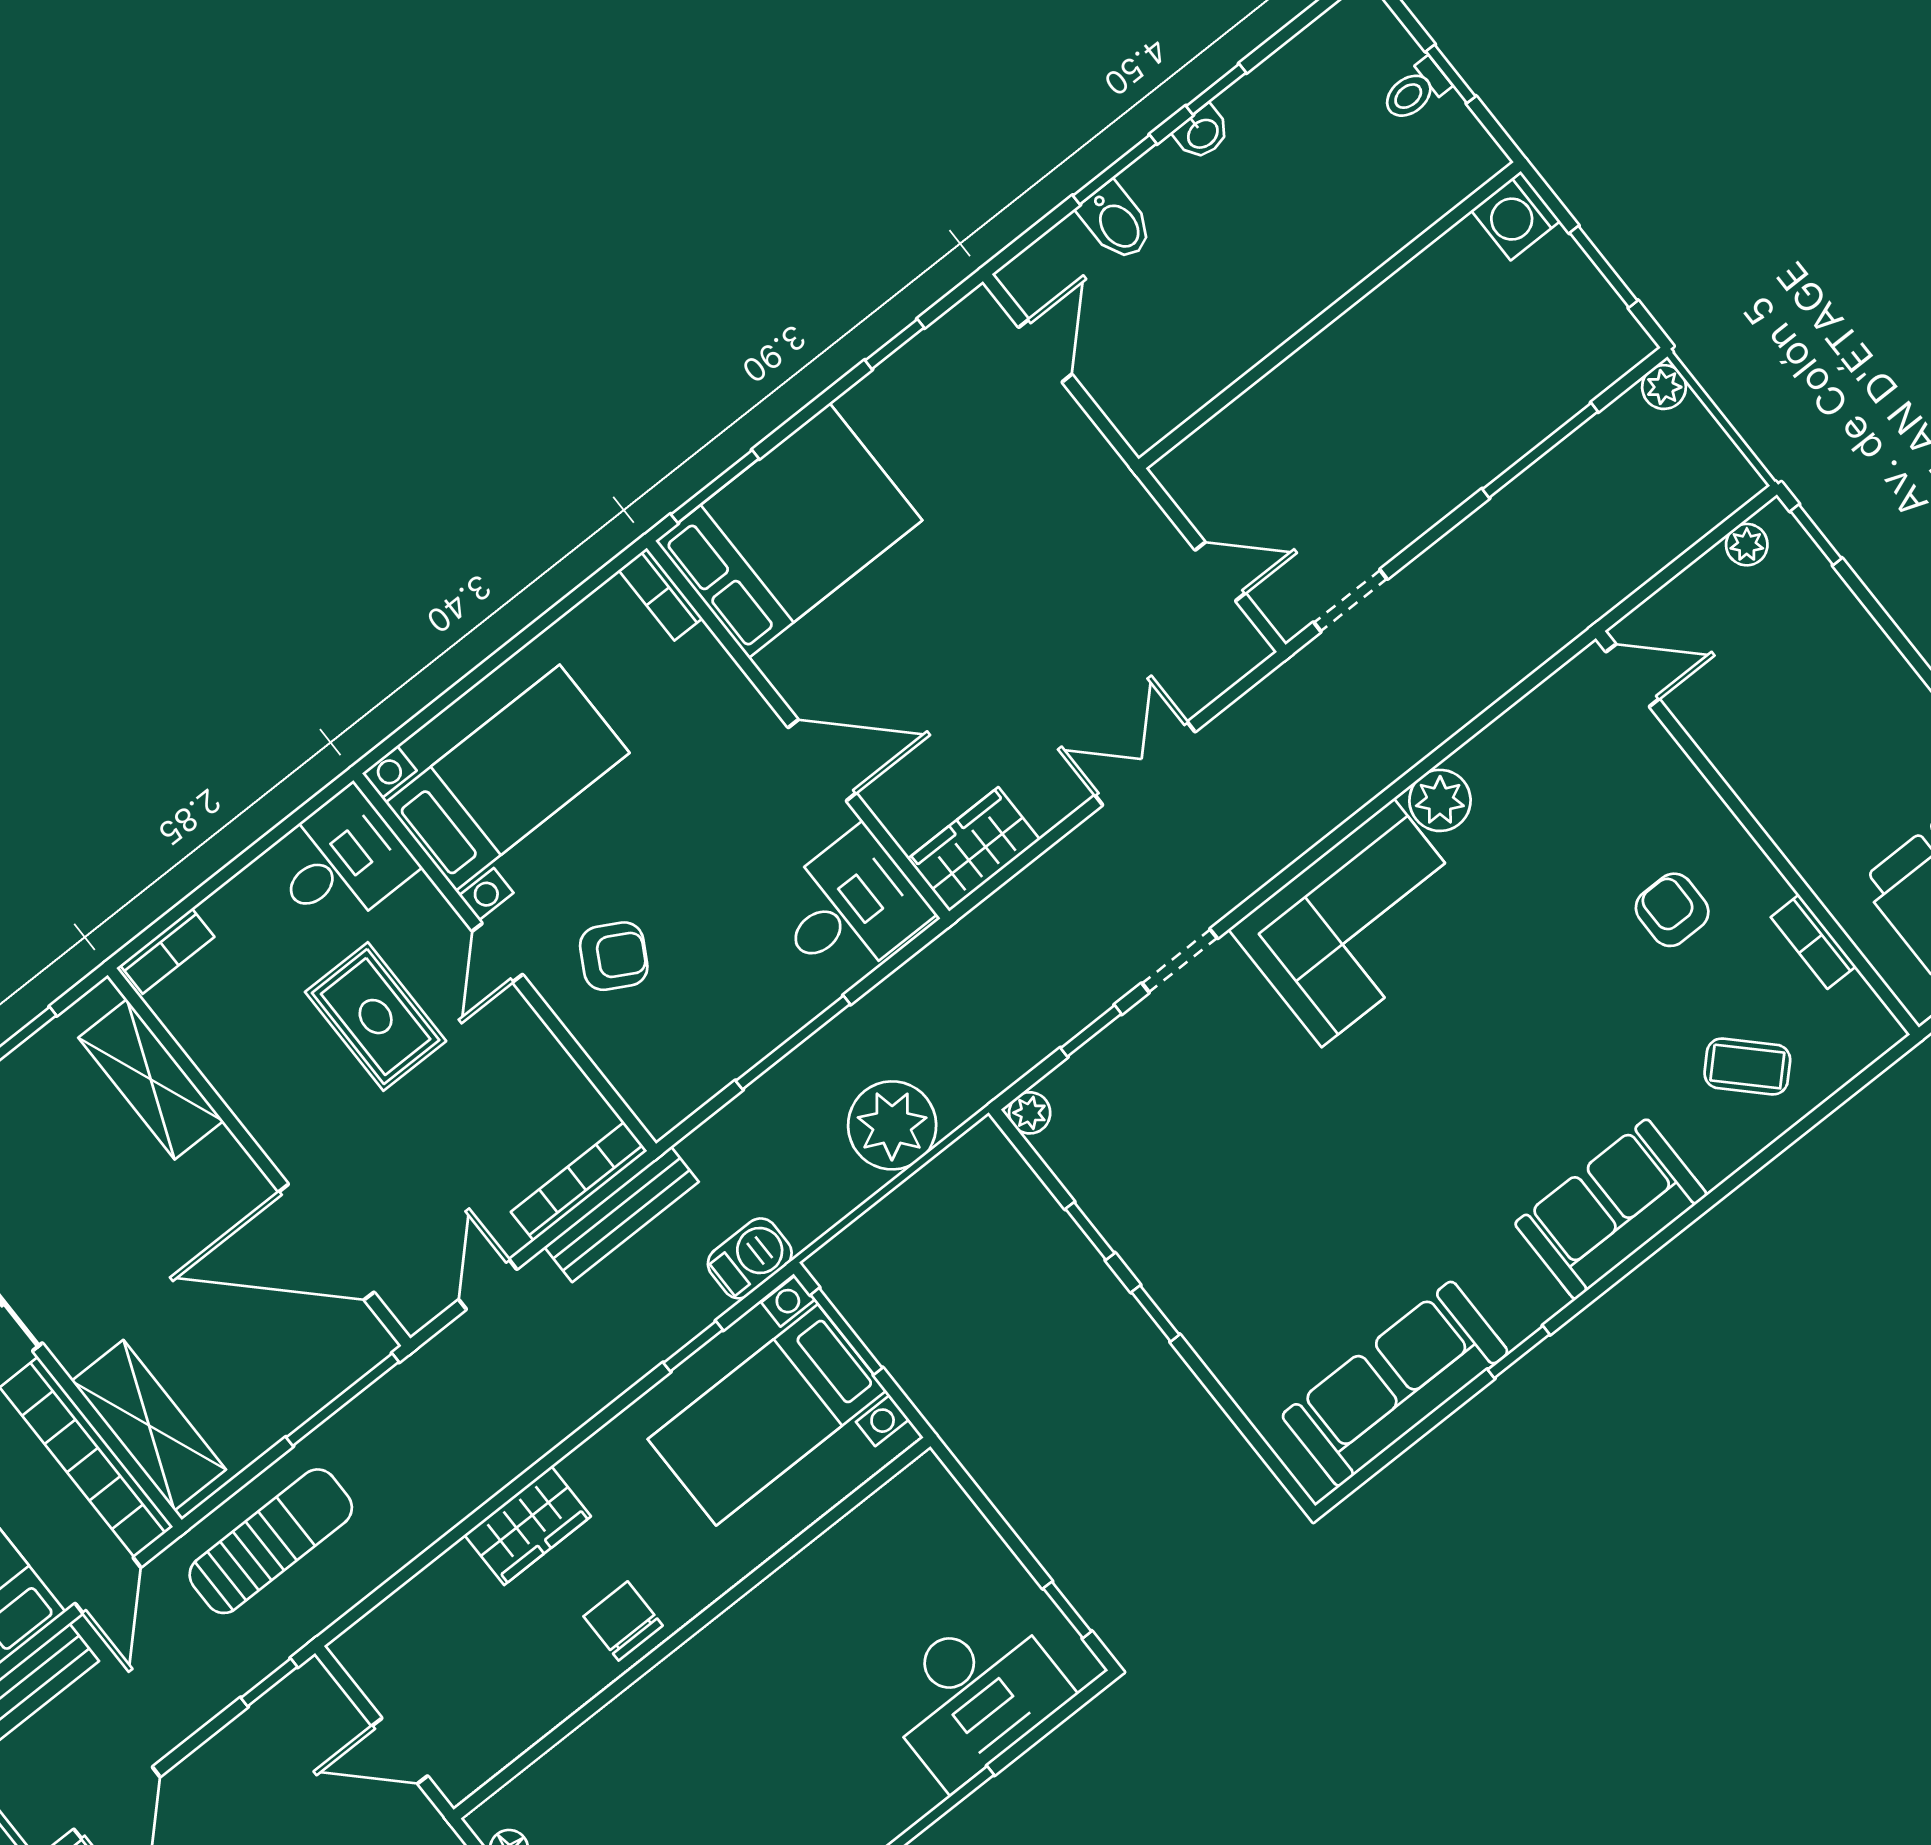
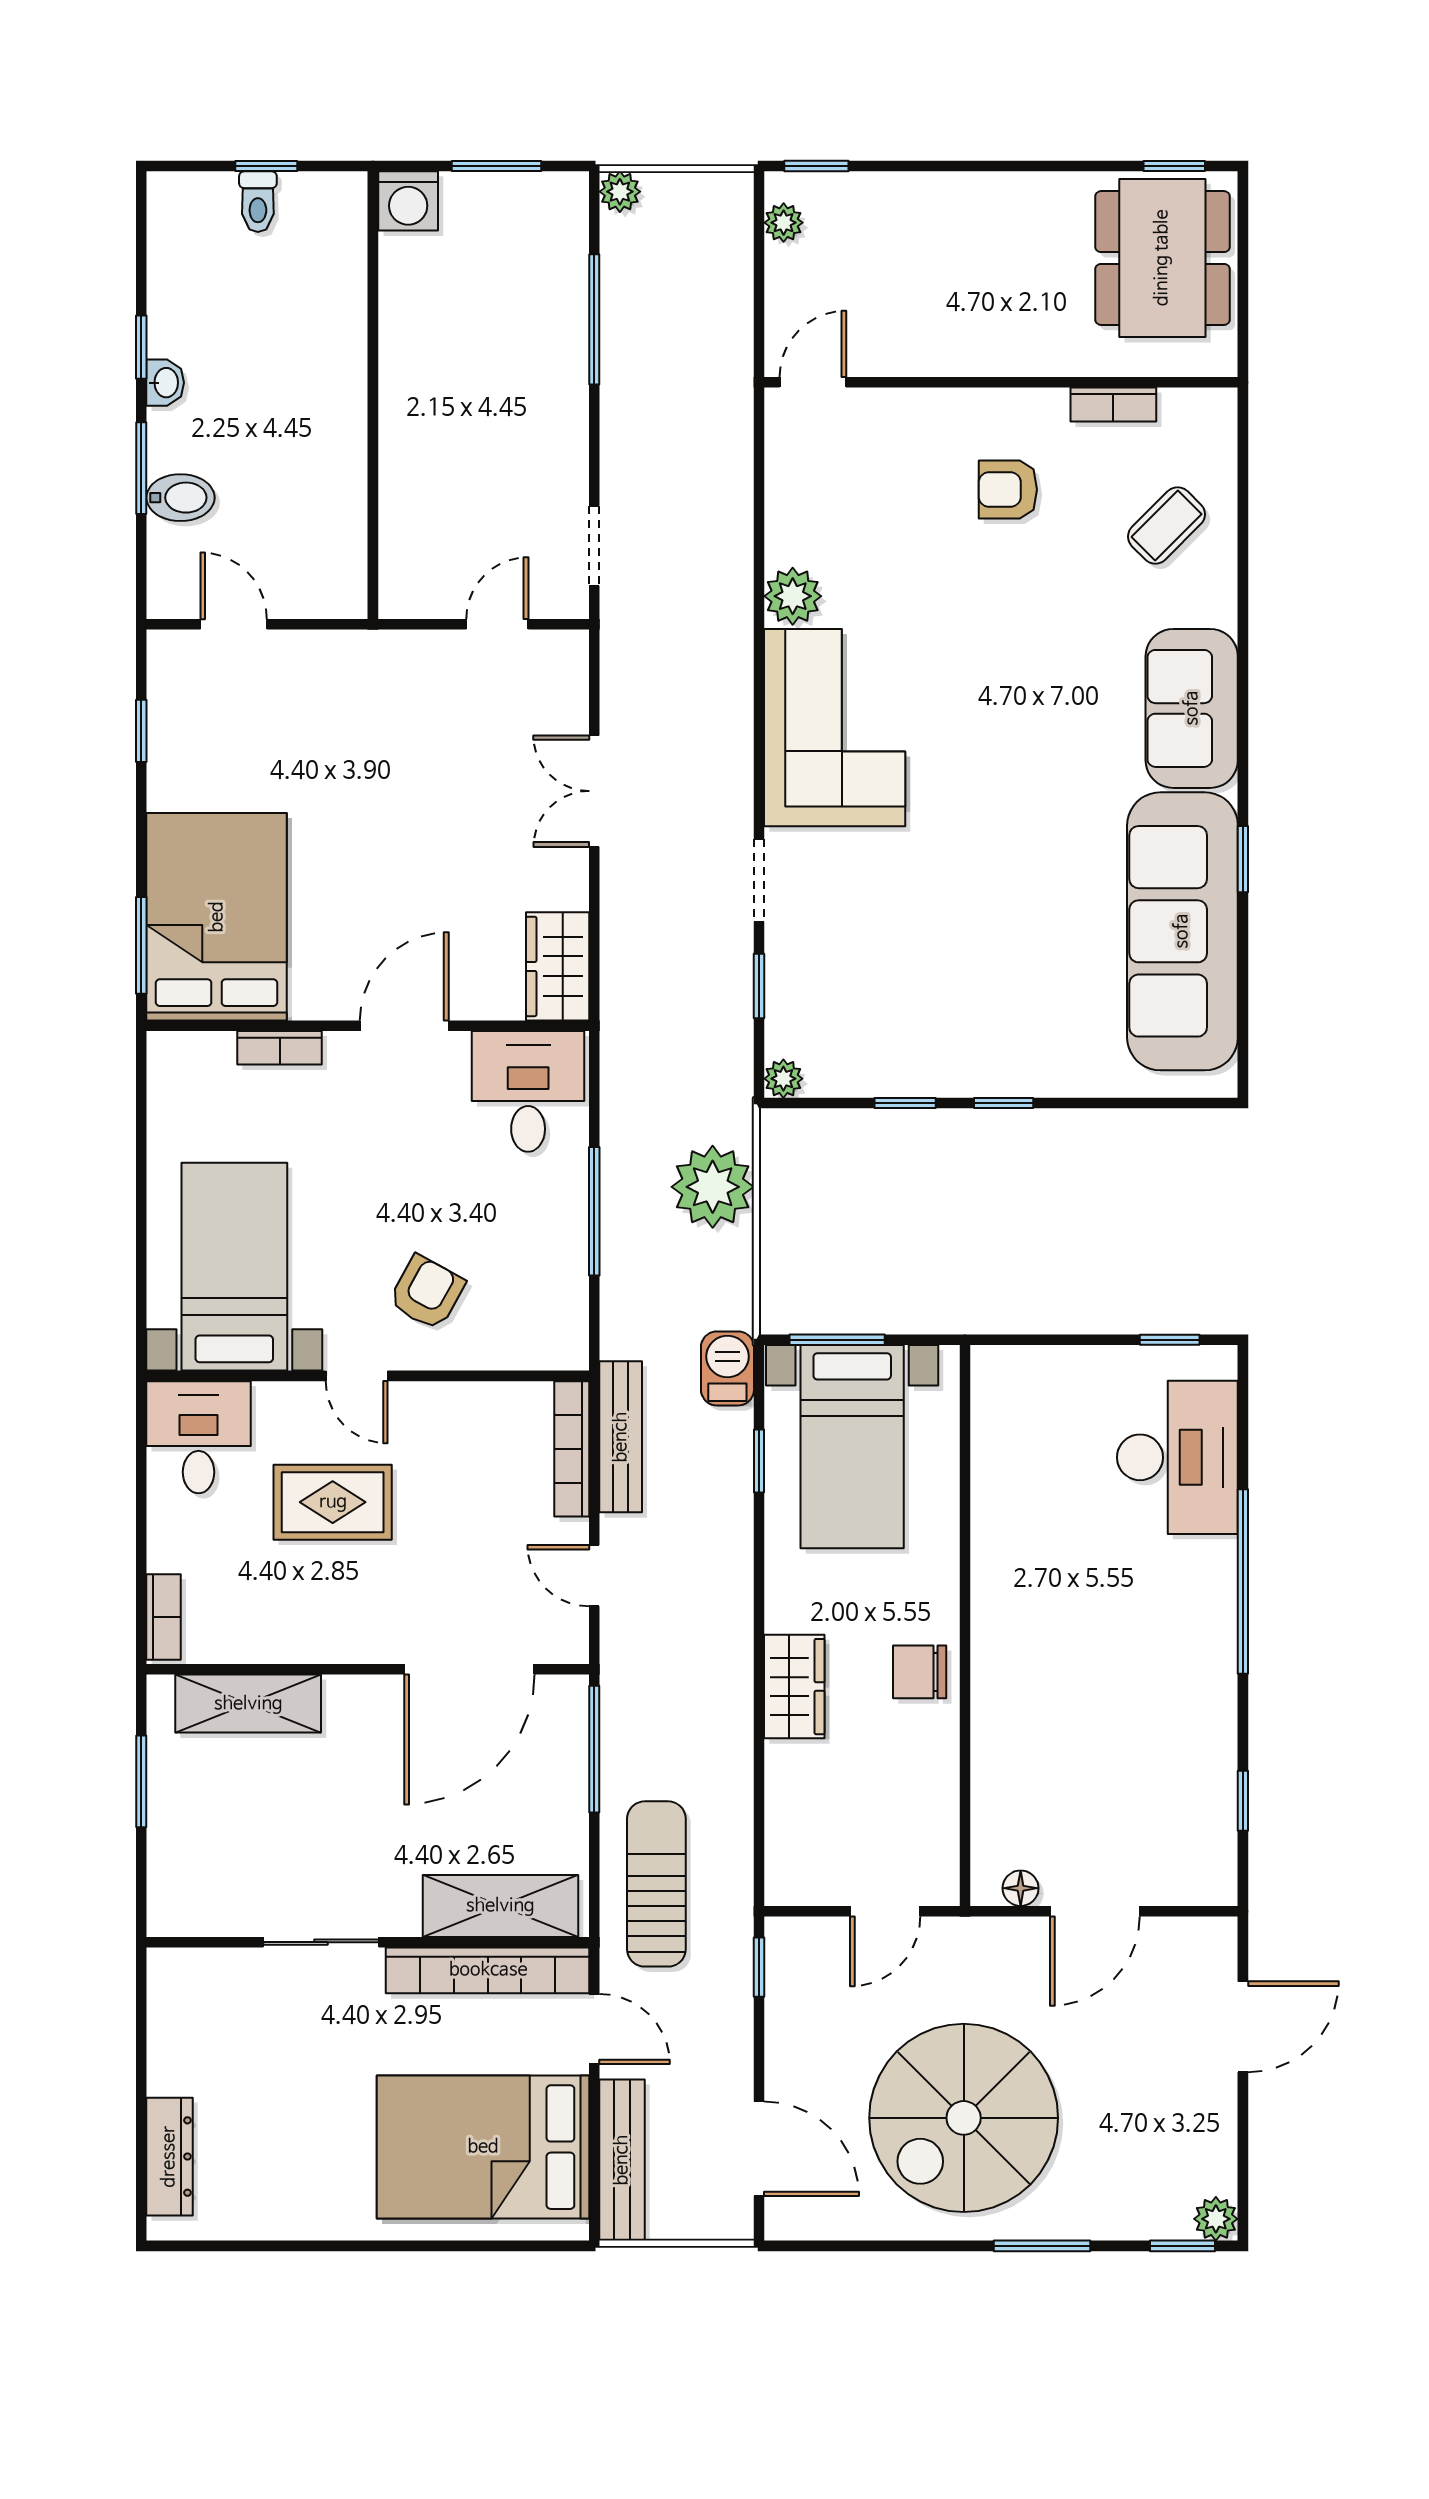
bookcase: (661, 594) -> (280, 1048), moved
sofa: (1395, 1384) -> (1182, 931), width x1.36, depth x1.27

